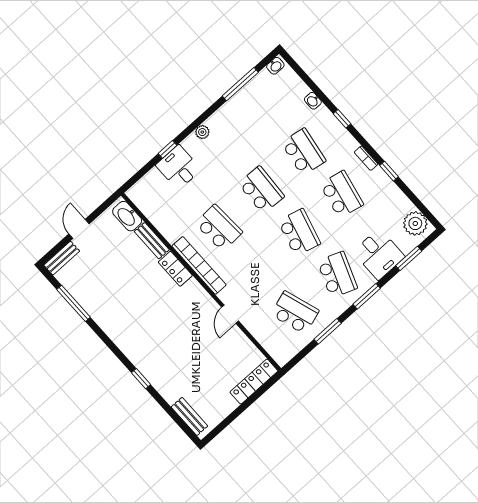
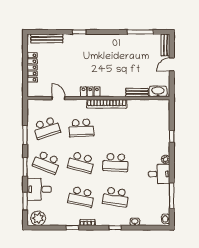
desk: (179, 167) -> (159, 174), moved
school desk: (219, 228) -> (81, 128), moved
door: (79, 229) -> (172, 65), swing flipped
locker: (175, 269) -> (90, 92), moved
door: (230, 314) -> (58, 98), moved
locker: (254, 382) -> (32, 67), moved
bench: (189, 416) -> (47, 38), width x1.36

